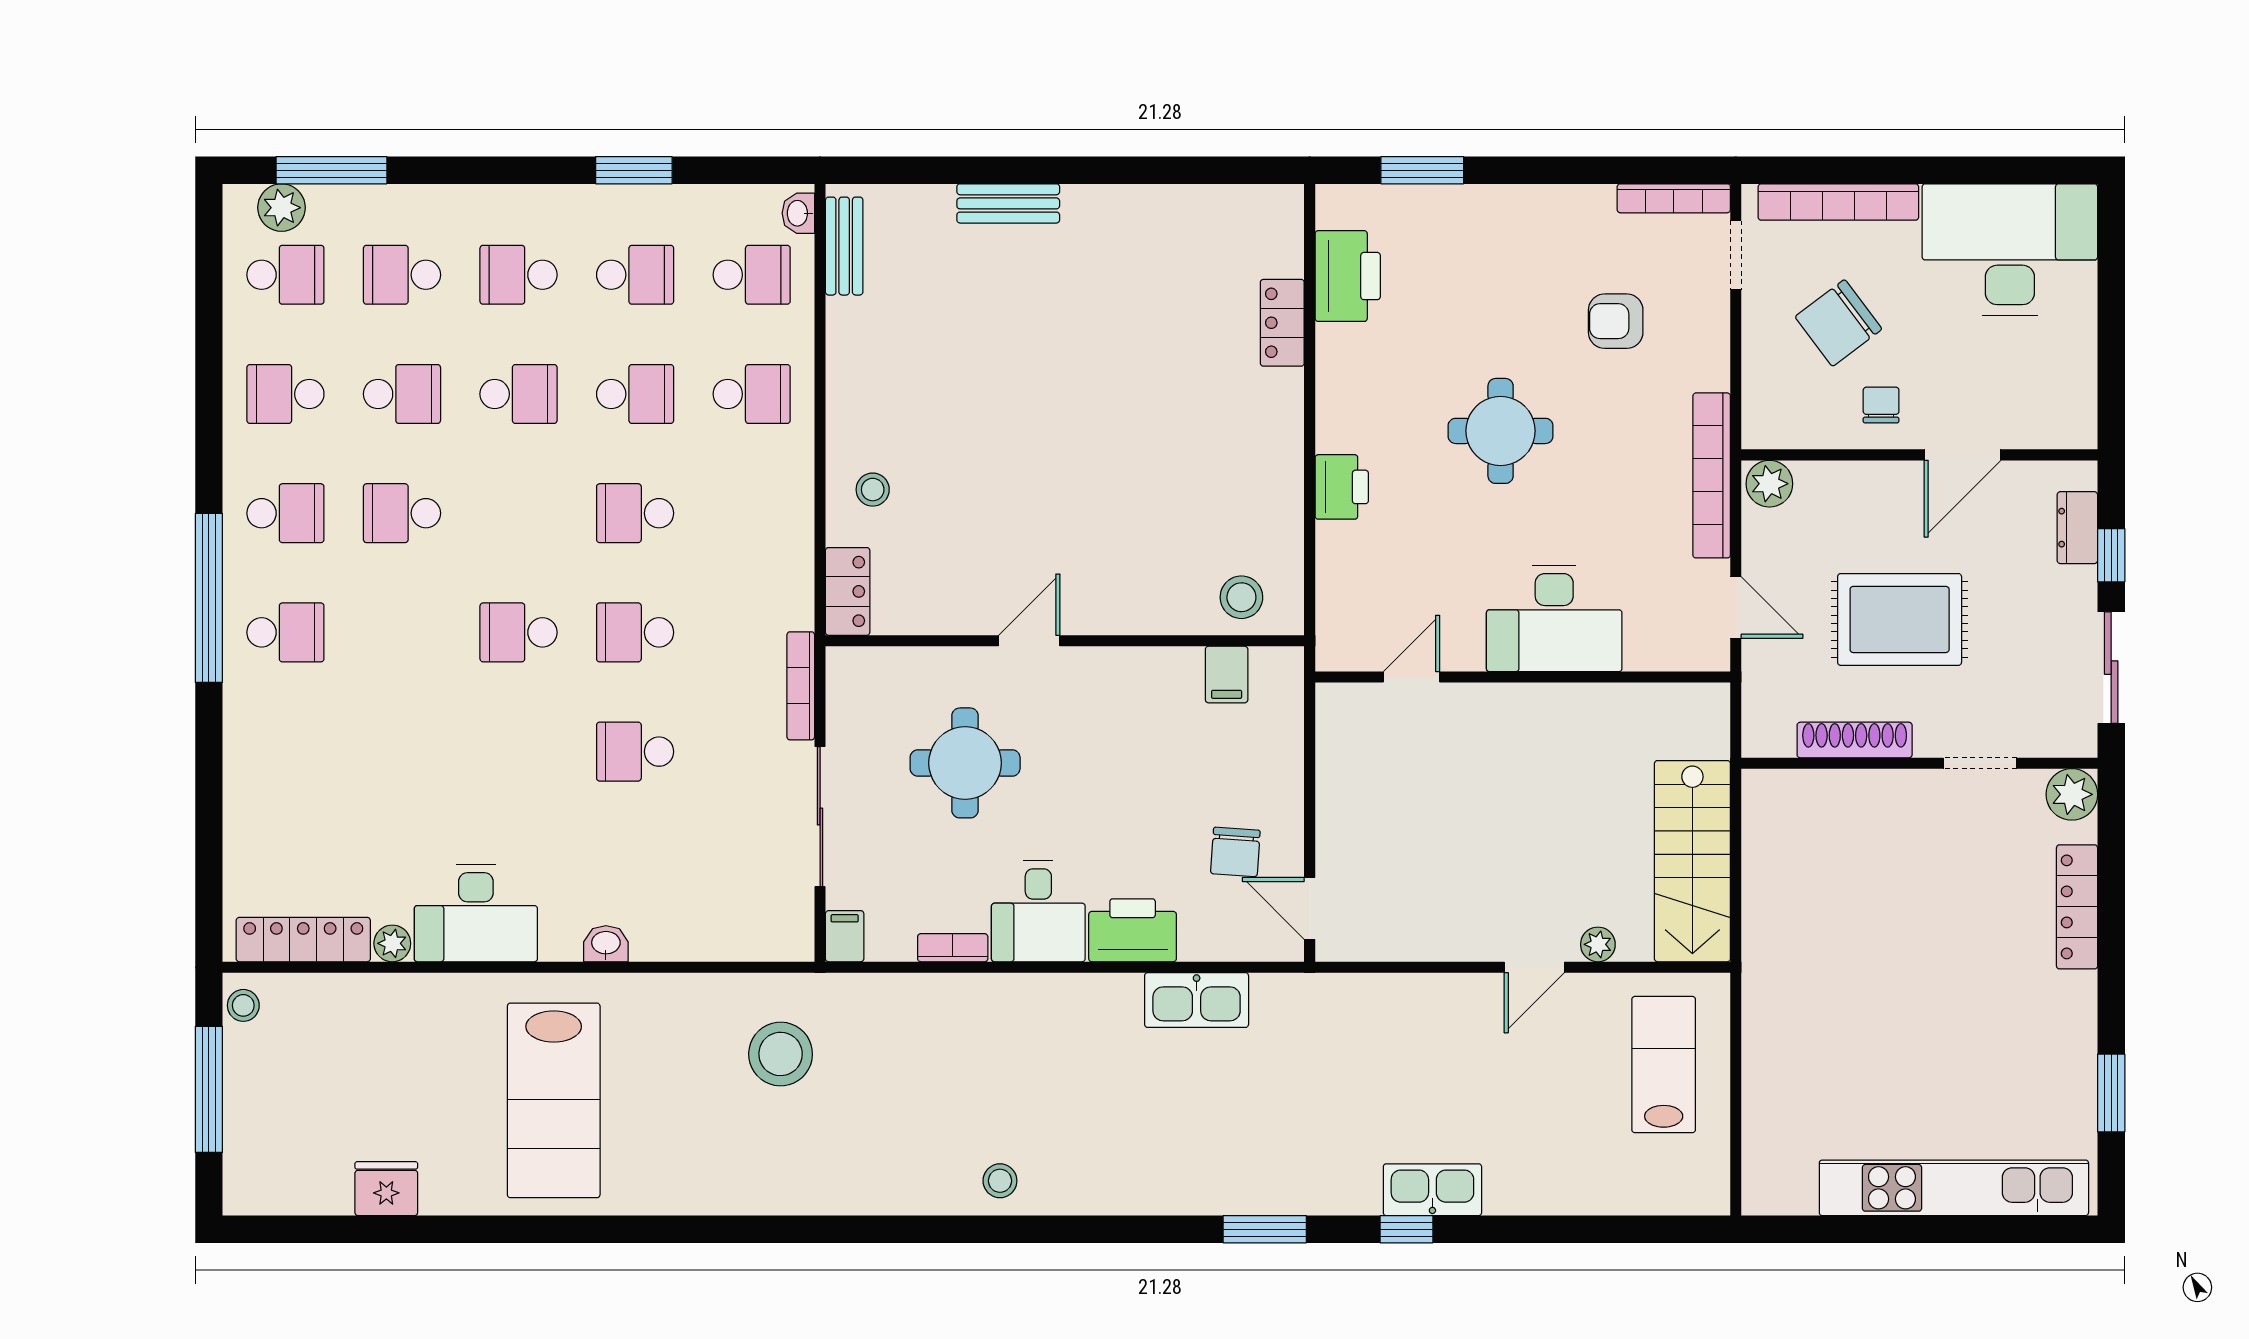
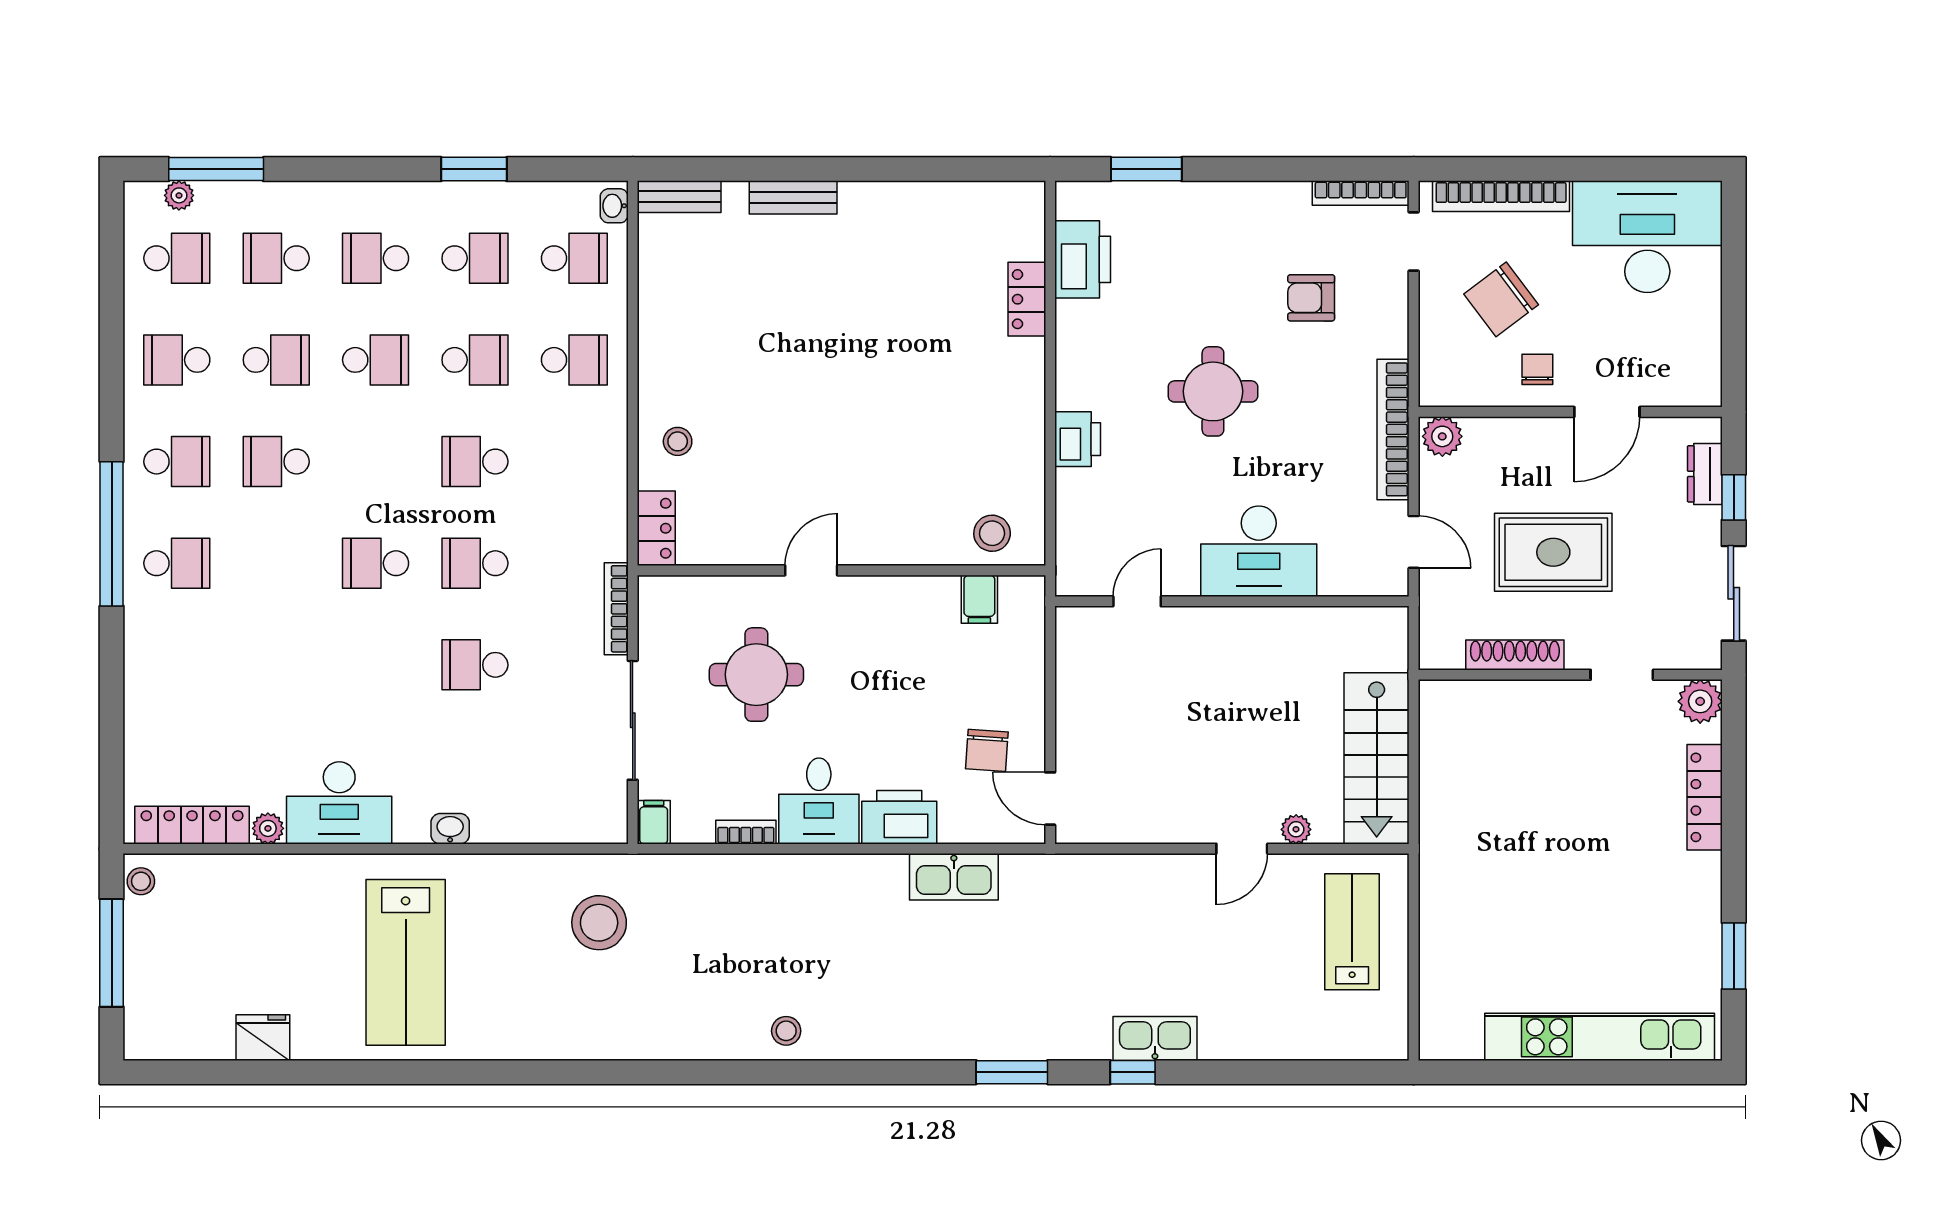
plant: (282, 208) -> (179, 195), width x0.73, depth x0.73
bench: (844, 246) -> (679, 197), moved, turned 90

